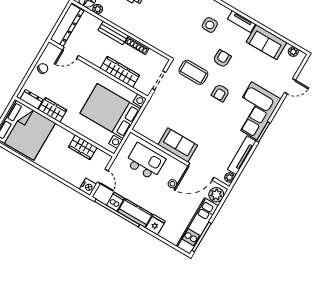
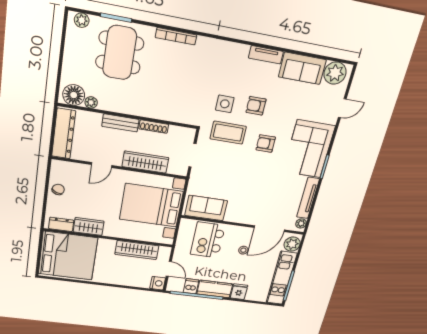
side table: (210, 25) -> (225, 104), moved
plant: (293, 52) -> (335, 73), width x1.87, depth x1.87
door: (70, 53) -> (102, 165), moved
armchair: (222, 59) -> (256, 106), turned -90
armchair: (220, 93) -> (266, 143), turned 90
sofa: (178, 145) -> (206, 208), moved
wardrobe: (83, 147) -> (137, 250), width x1.50
kitchen island: (145, 162) -> (208, 240), turned -90

